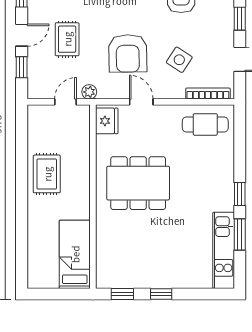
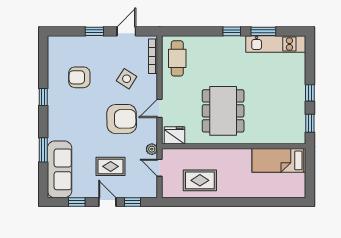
rug: (47, 174) -> (200, 180), moved

